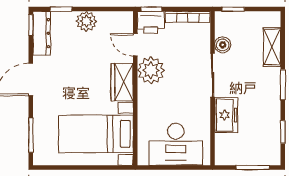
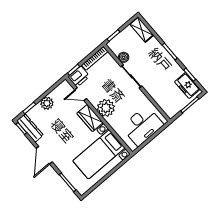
shelving: (272, 47) -> (142, 30), moved
plant: (151, 70) -> (106, 108), moved
freezer: (226, 115) -> (187, 85), moved, turned 180

